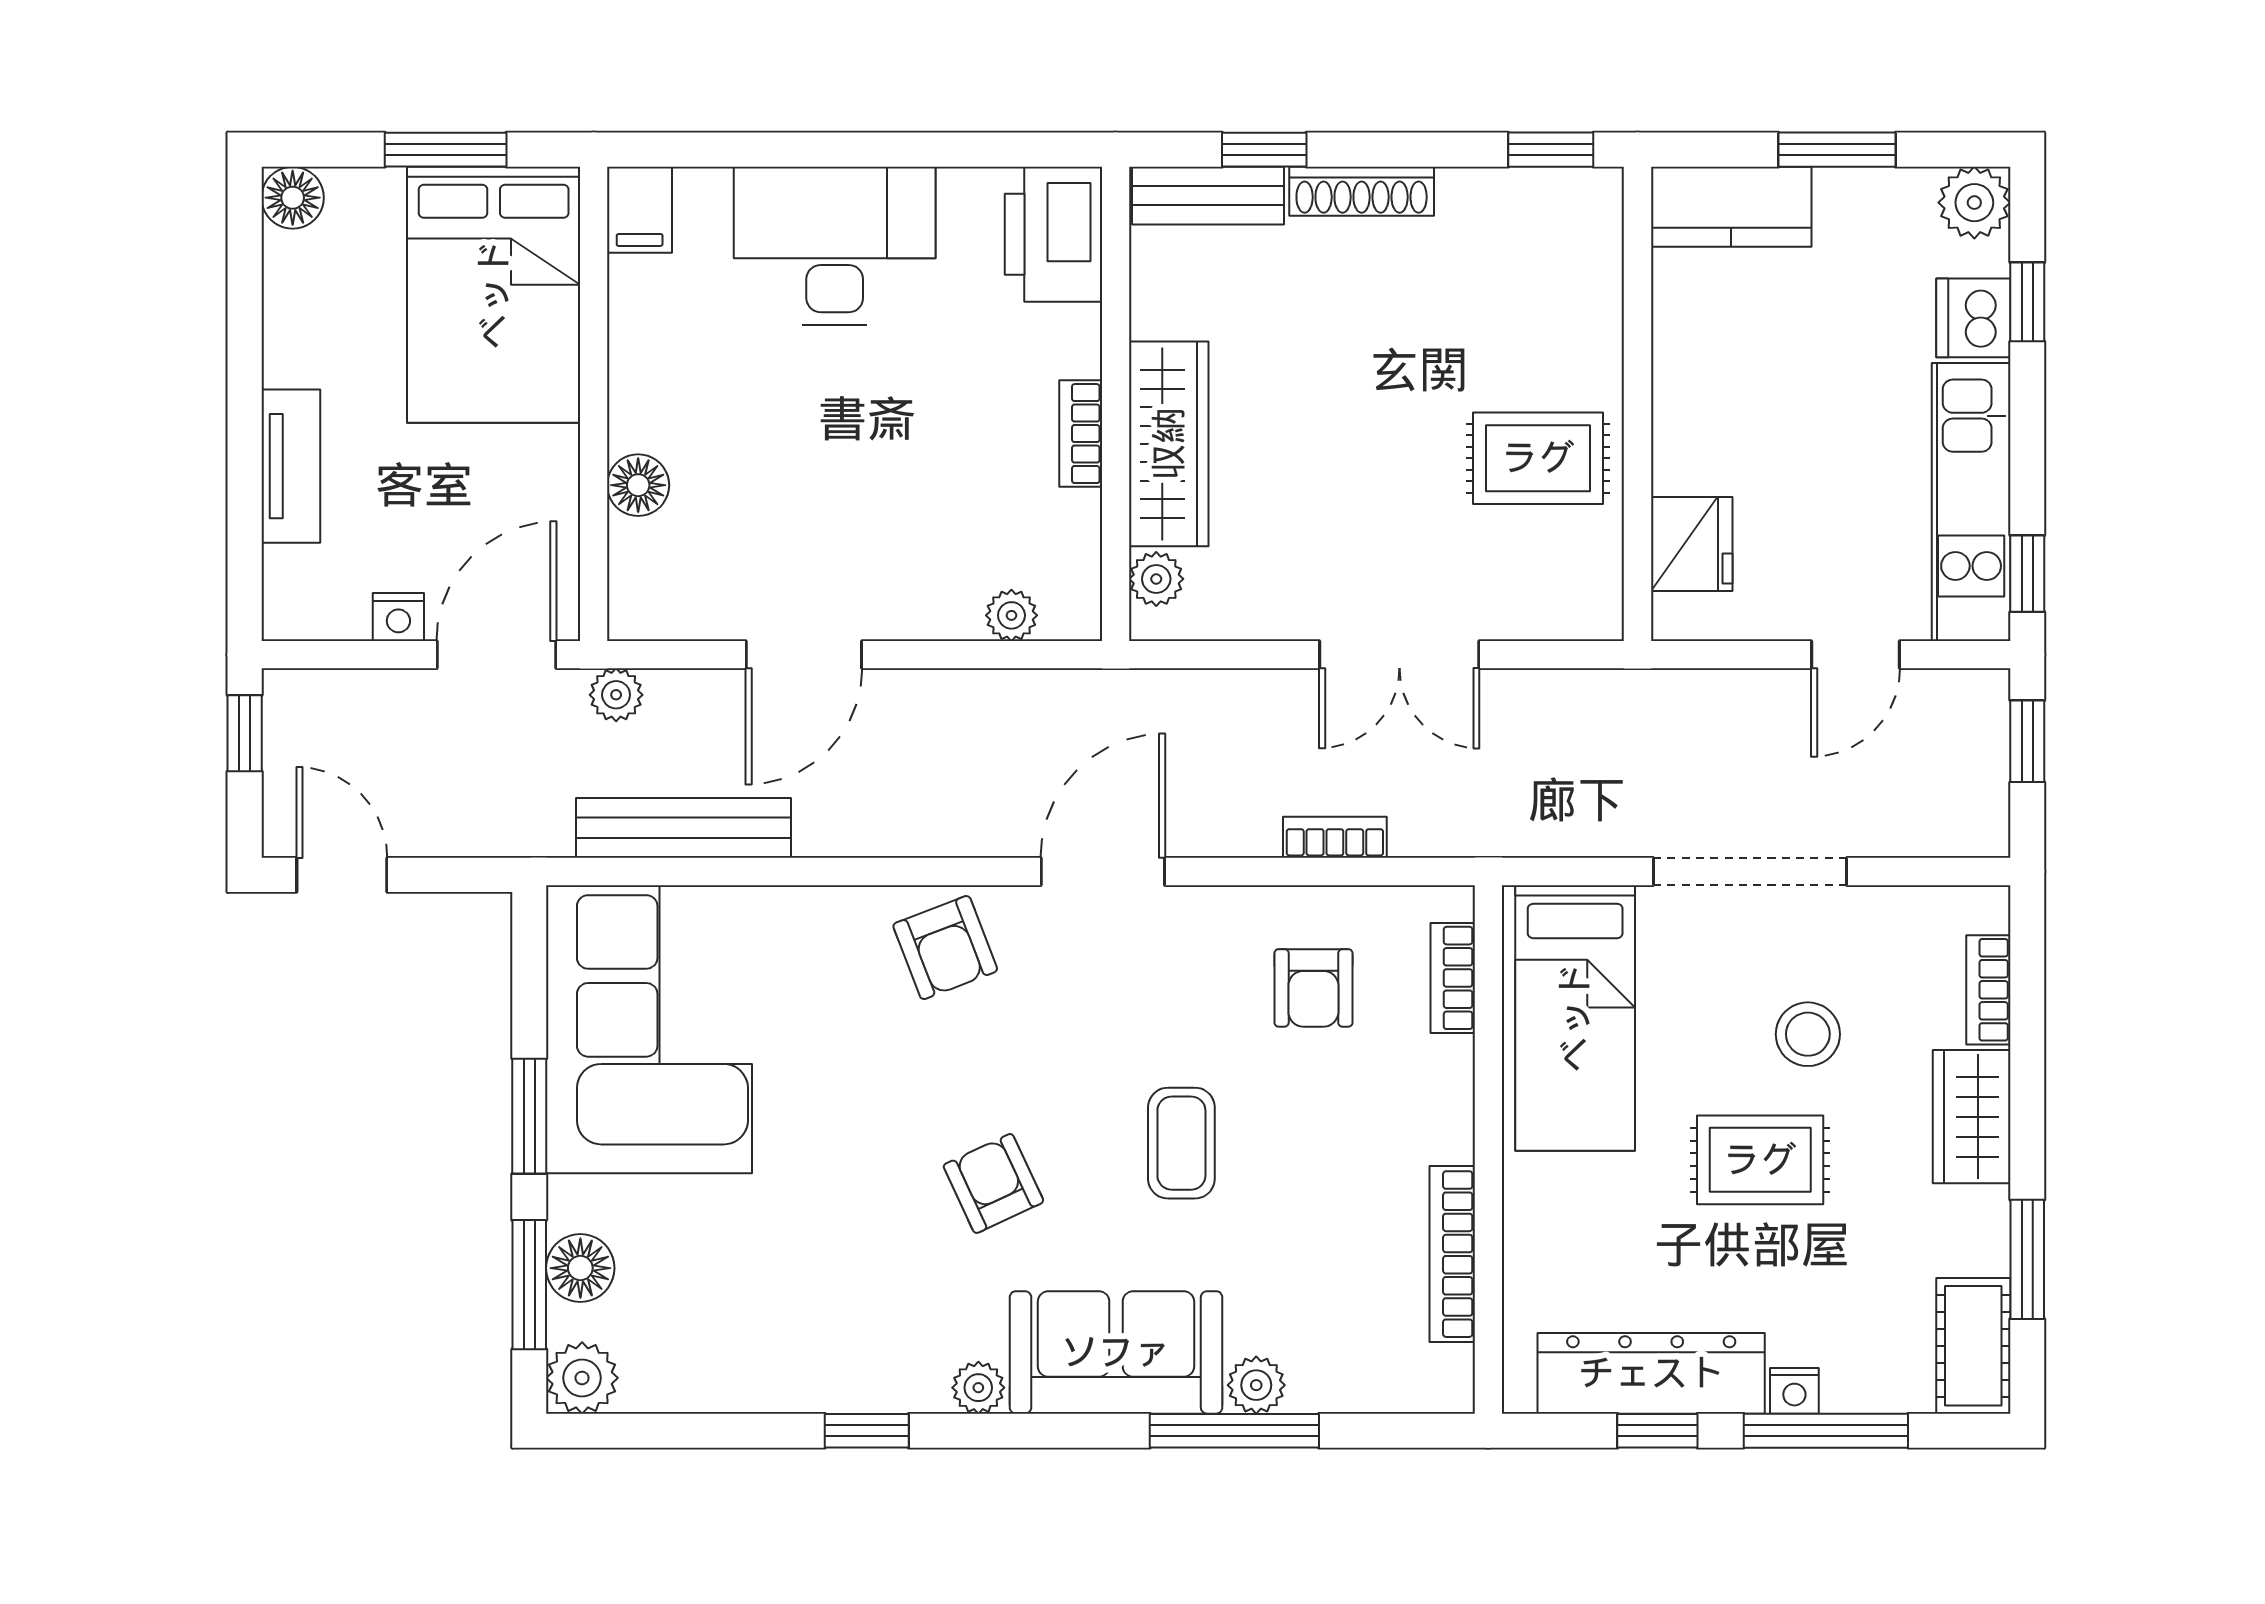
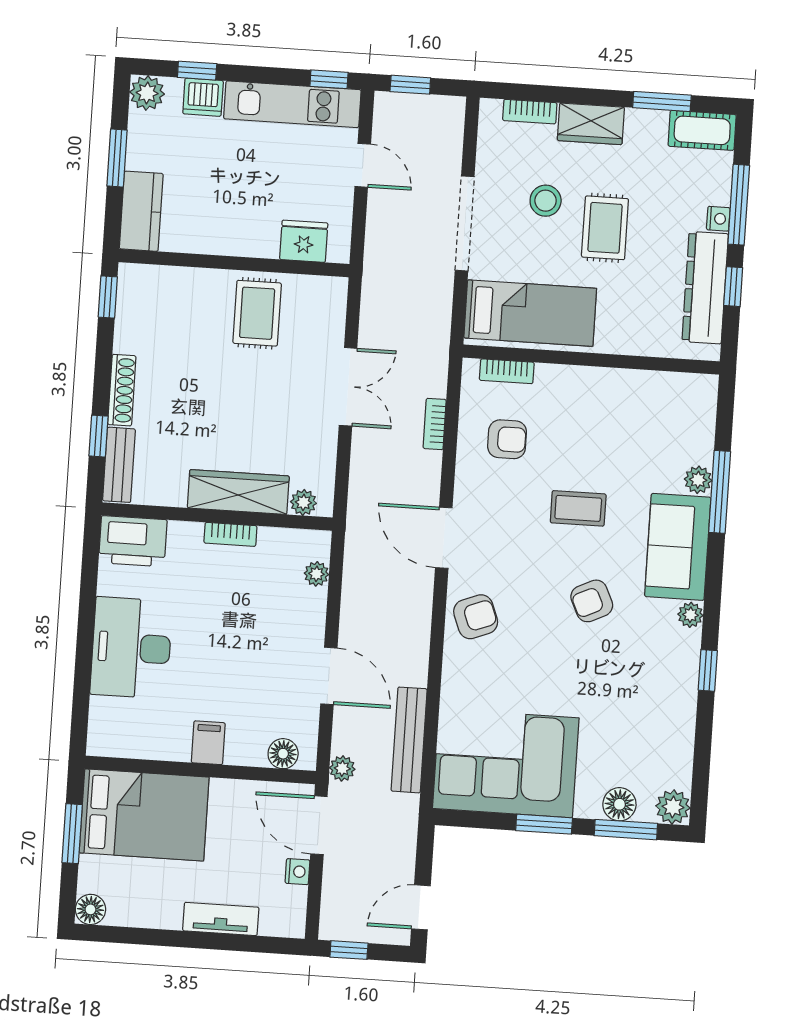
filing cabinet: (640, 210) -> (208, 743), moved, turned -90
floor lamp: (638, 485) -> (283, 754), moved
bookcase: (1452, 1254) -> (641, 380), removed

